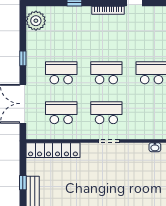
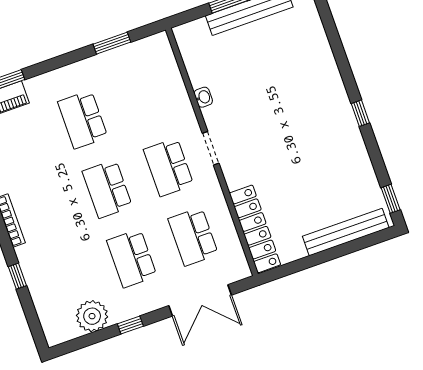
plant: (36, 21) -> (92, 316), moved
washbasin: (155, 147) -> (203, 97), moved
window: (23, 183) -> (321, 257), removed

